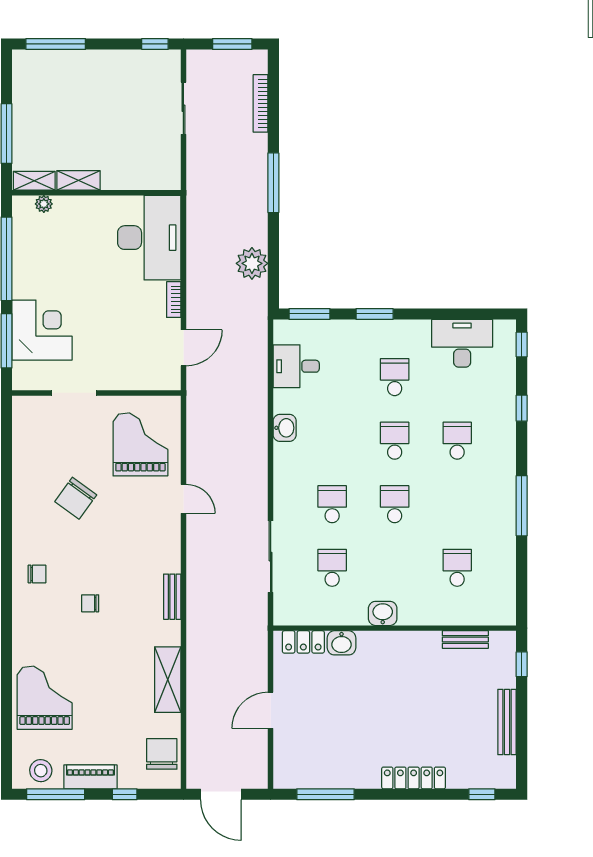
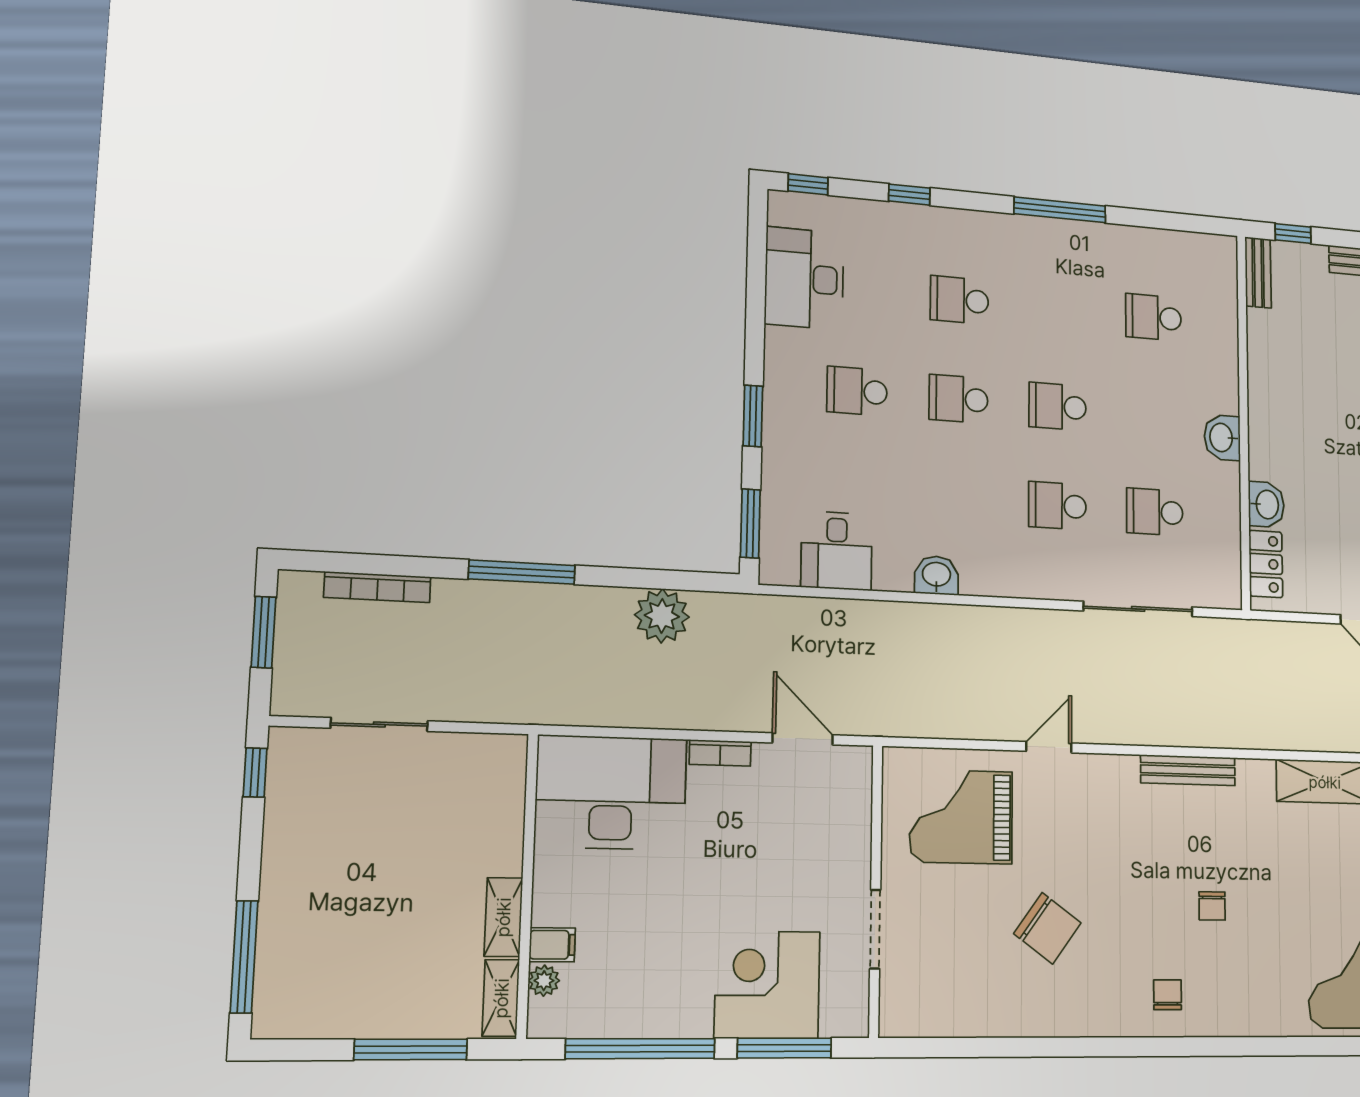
filing cabinet: (63, 208) -> (552, 945), added
bench: (172, 597) -> (1188, 770), width x1.36
bench: (465, 640) -> (1258, 272), moved

